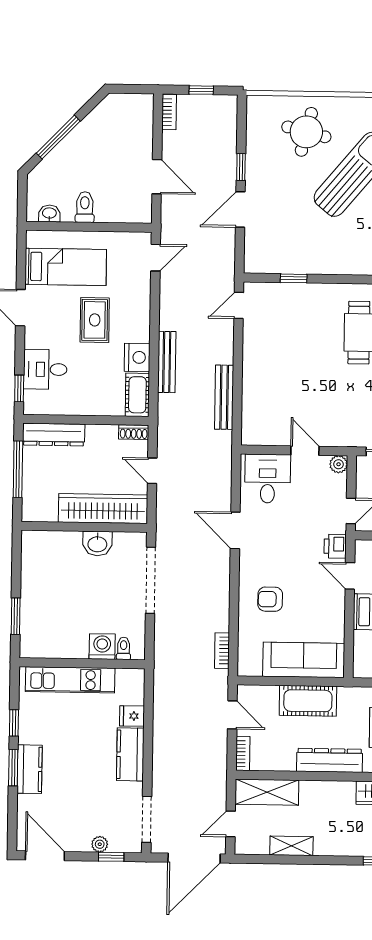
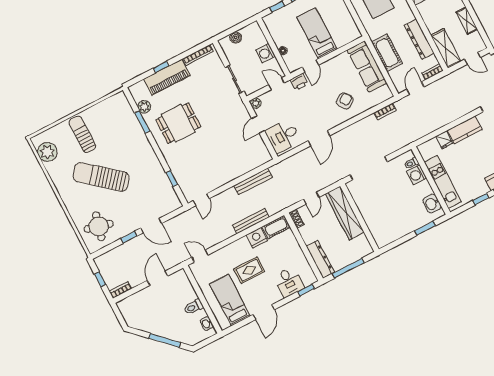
round table: (306, 132) -> (99, 226), moved
door: (239, 305) -> (201, 200), hinge flipped
washbasin: (97, 544) -> (432, 204), moved, turned 180
armchair: (270, 599) -> (345, 101), turned -124
dresser: (330, 760) -> (419, 39), moved

